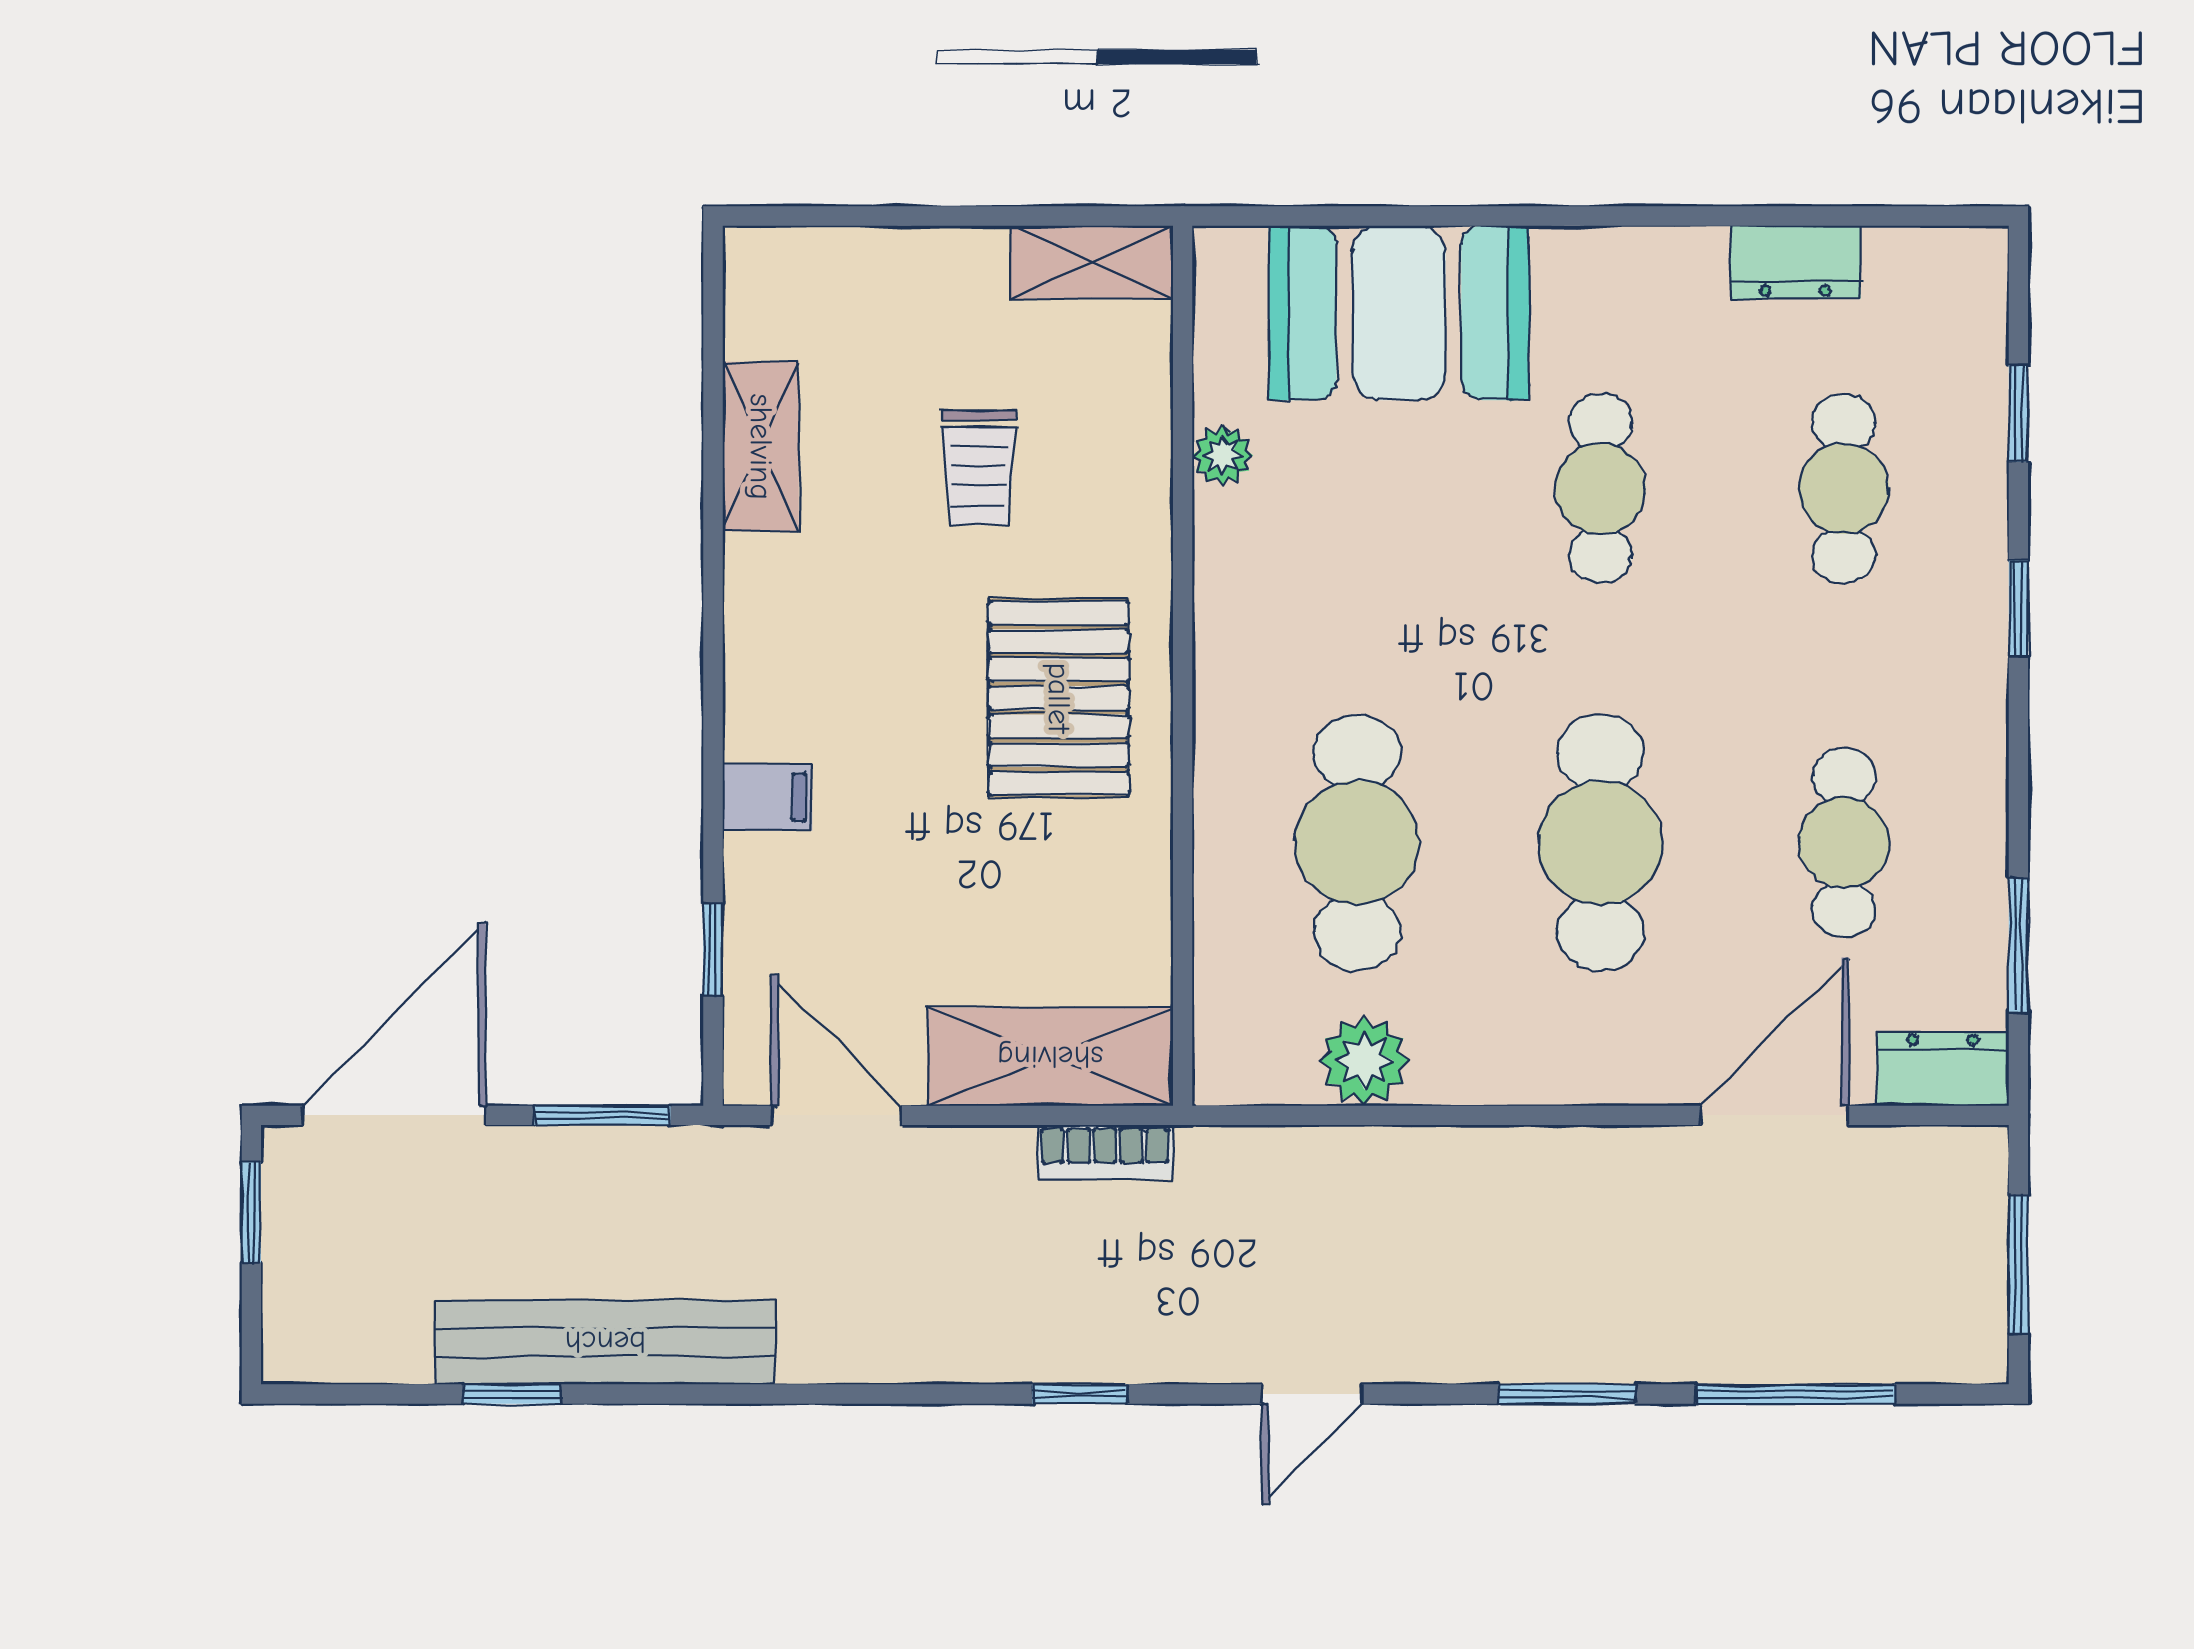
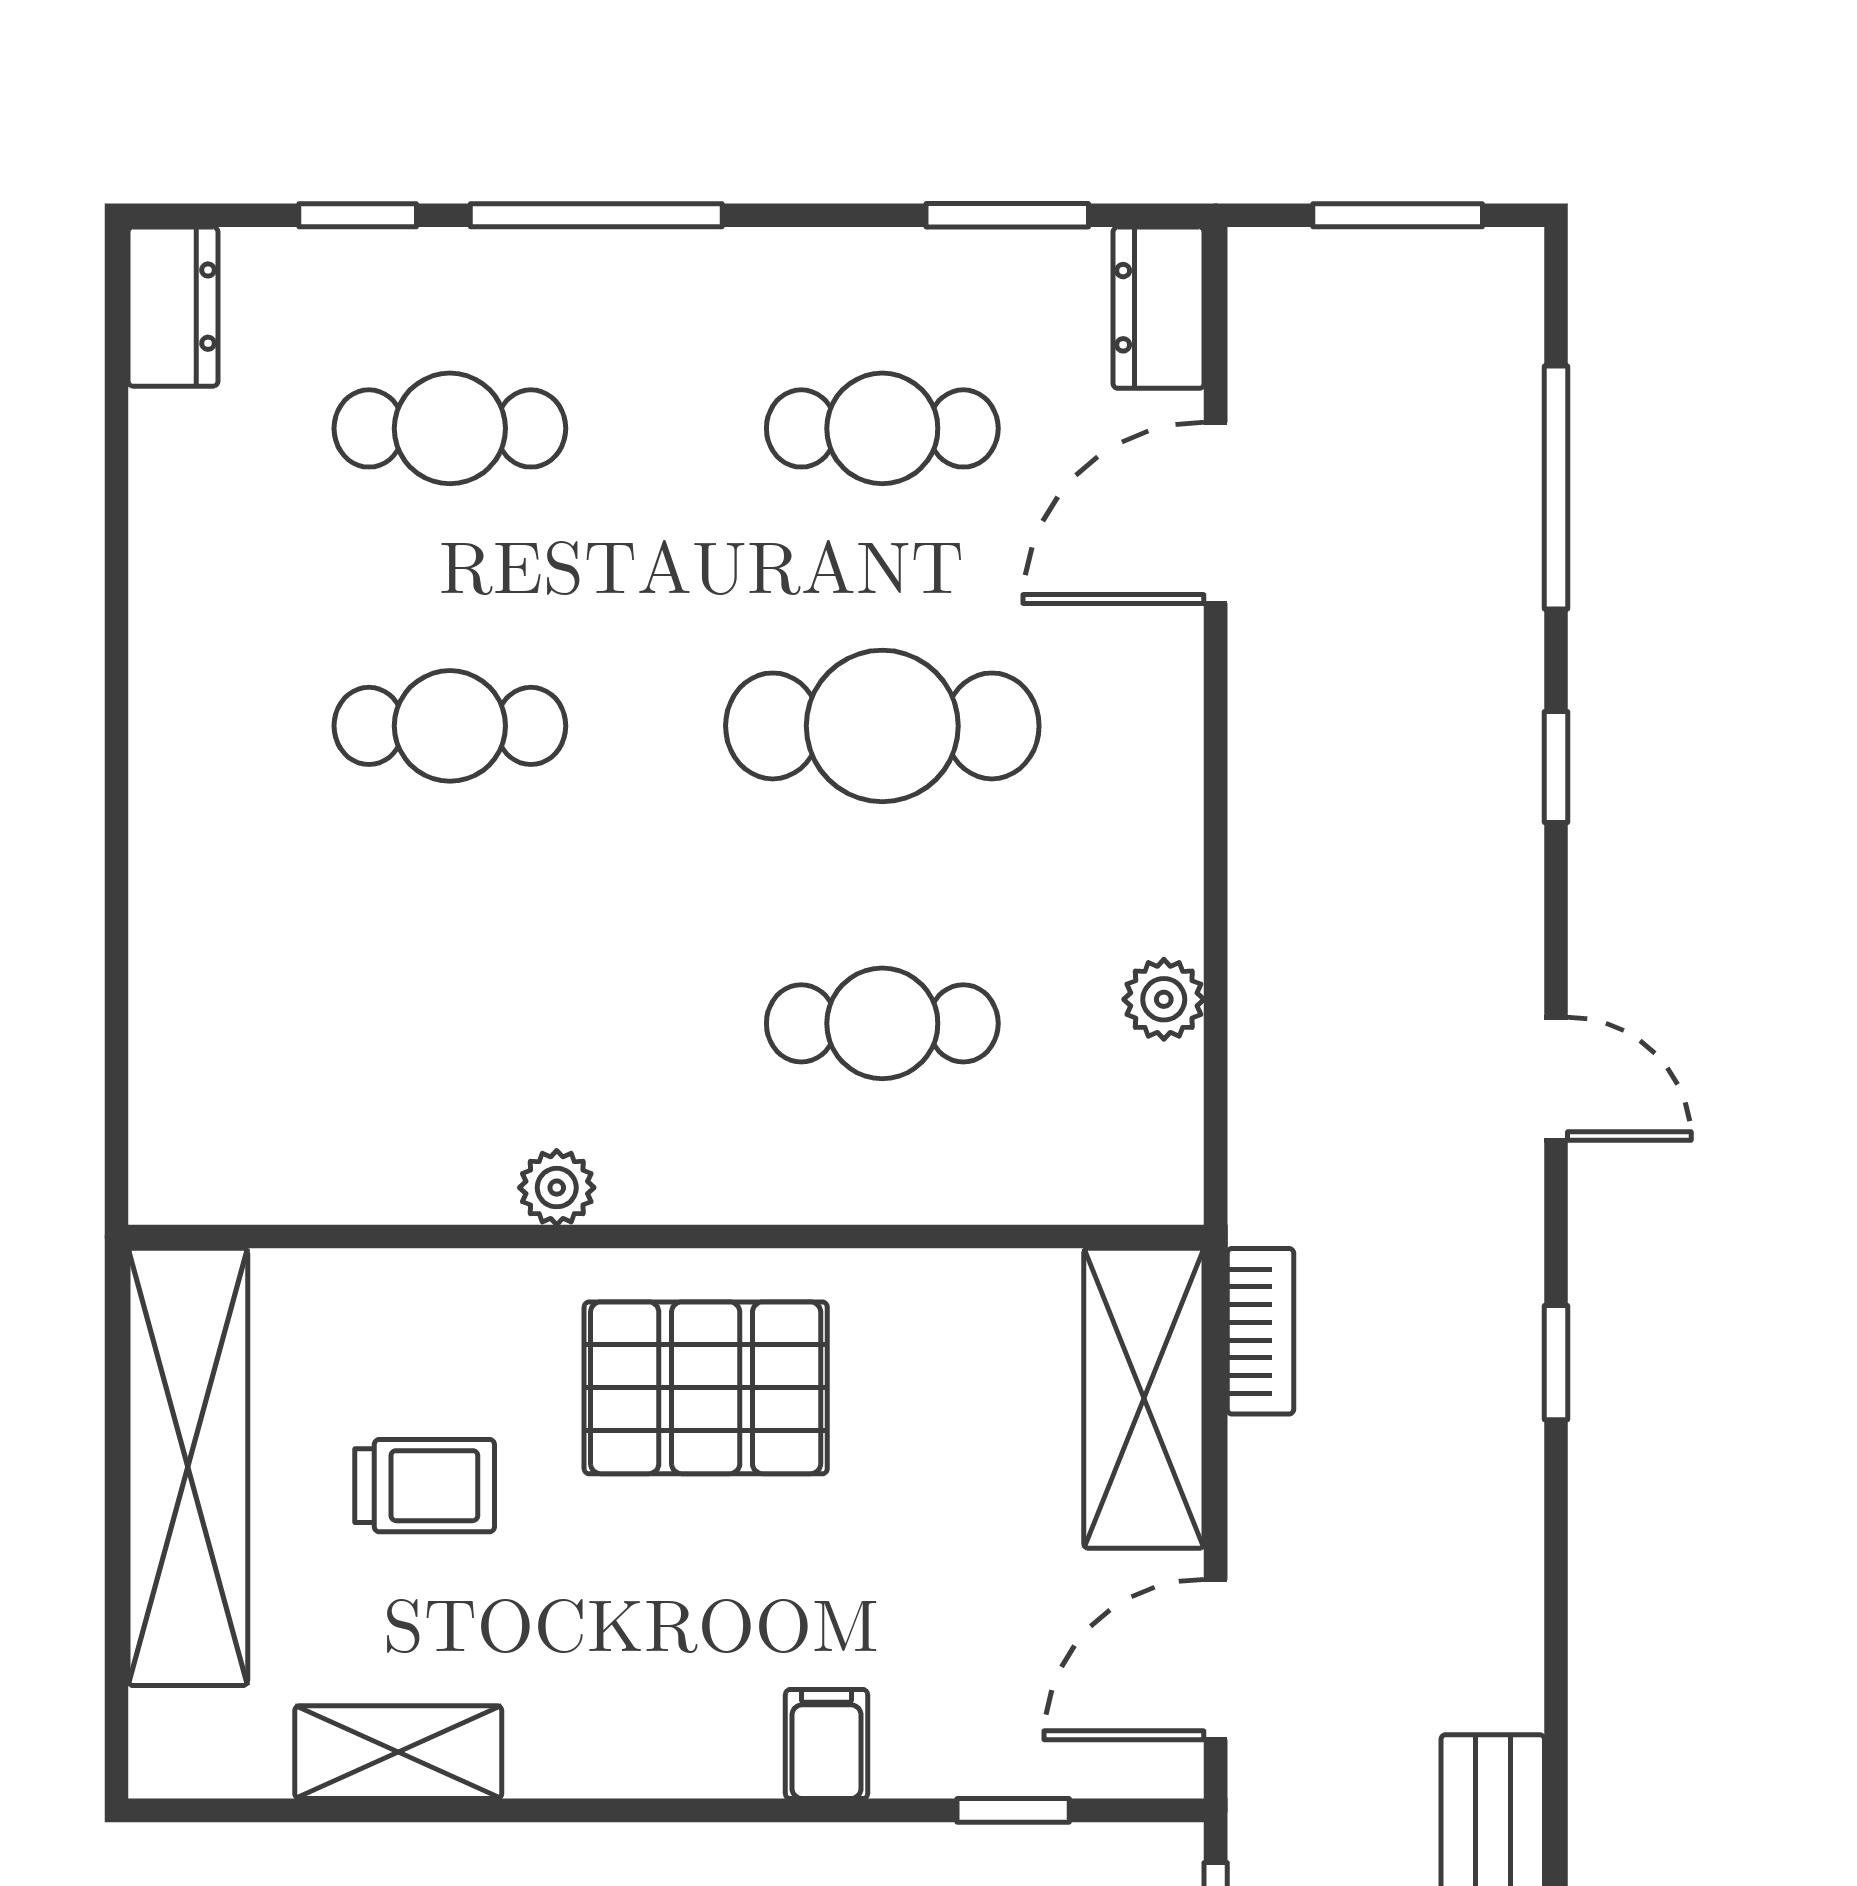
shelving: (1092, 262) -> (188, 1467), width x2.20, depth x1.33
dresser: (1795, 262) -> (173, 307), moved
booth: (1399, 313) -> (235, 972), removed
plant: (1223, 455) -> (557, 1188), moved
window: (2018, 608) -> (596, 215), width x2.17
cafe table: (1357, 843) -> (882, 1023), width x0.73, depth x0.74
plant: (1364, 1061) -> (1164, 999), width x0.73, depth x0.73
door: (1775, 1115) -> (1216, 513), hinge flipped
window: (1567, 1394) -> (1556, 767), width x0.67

